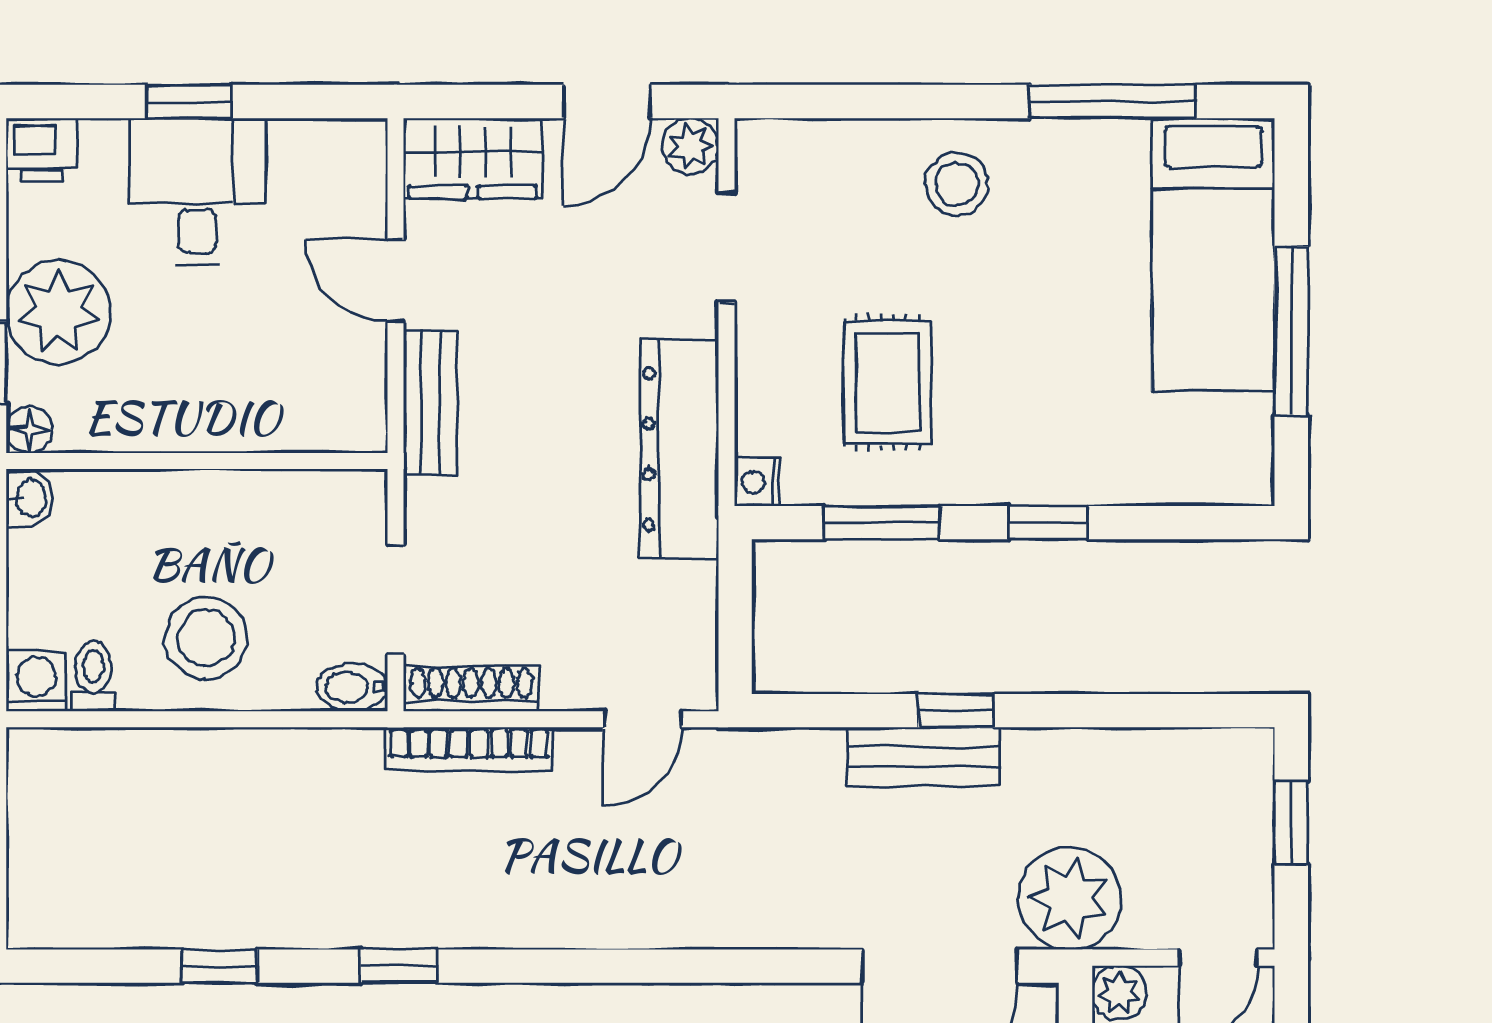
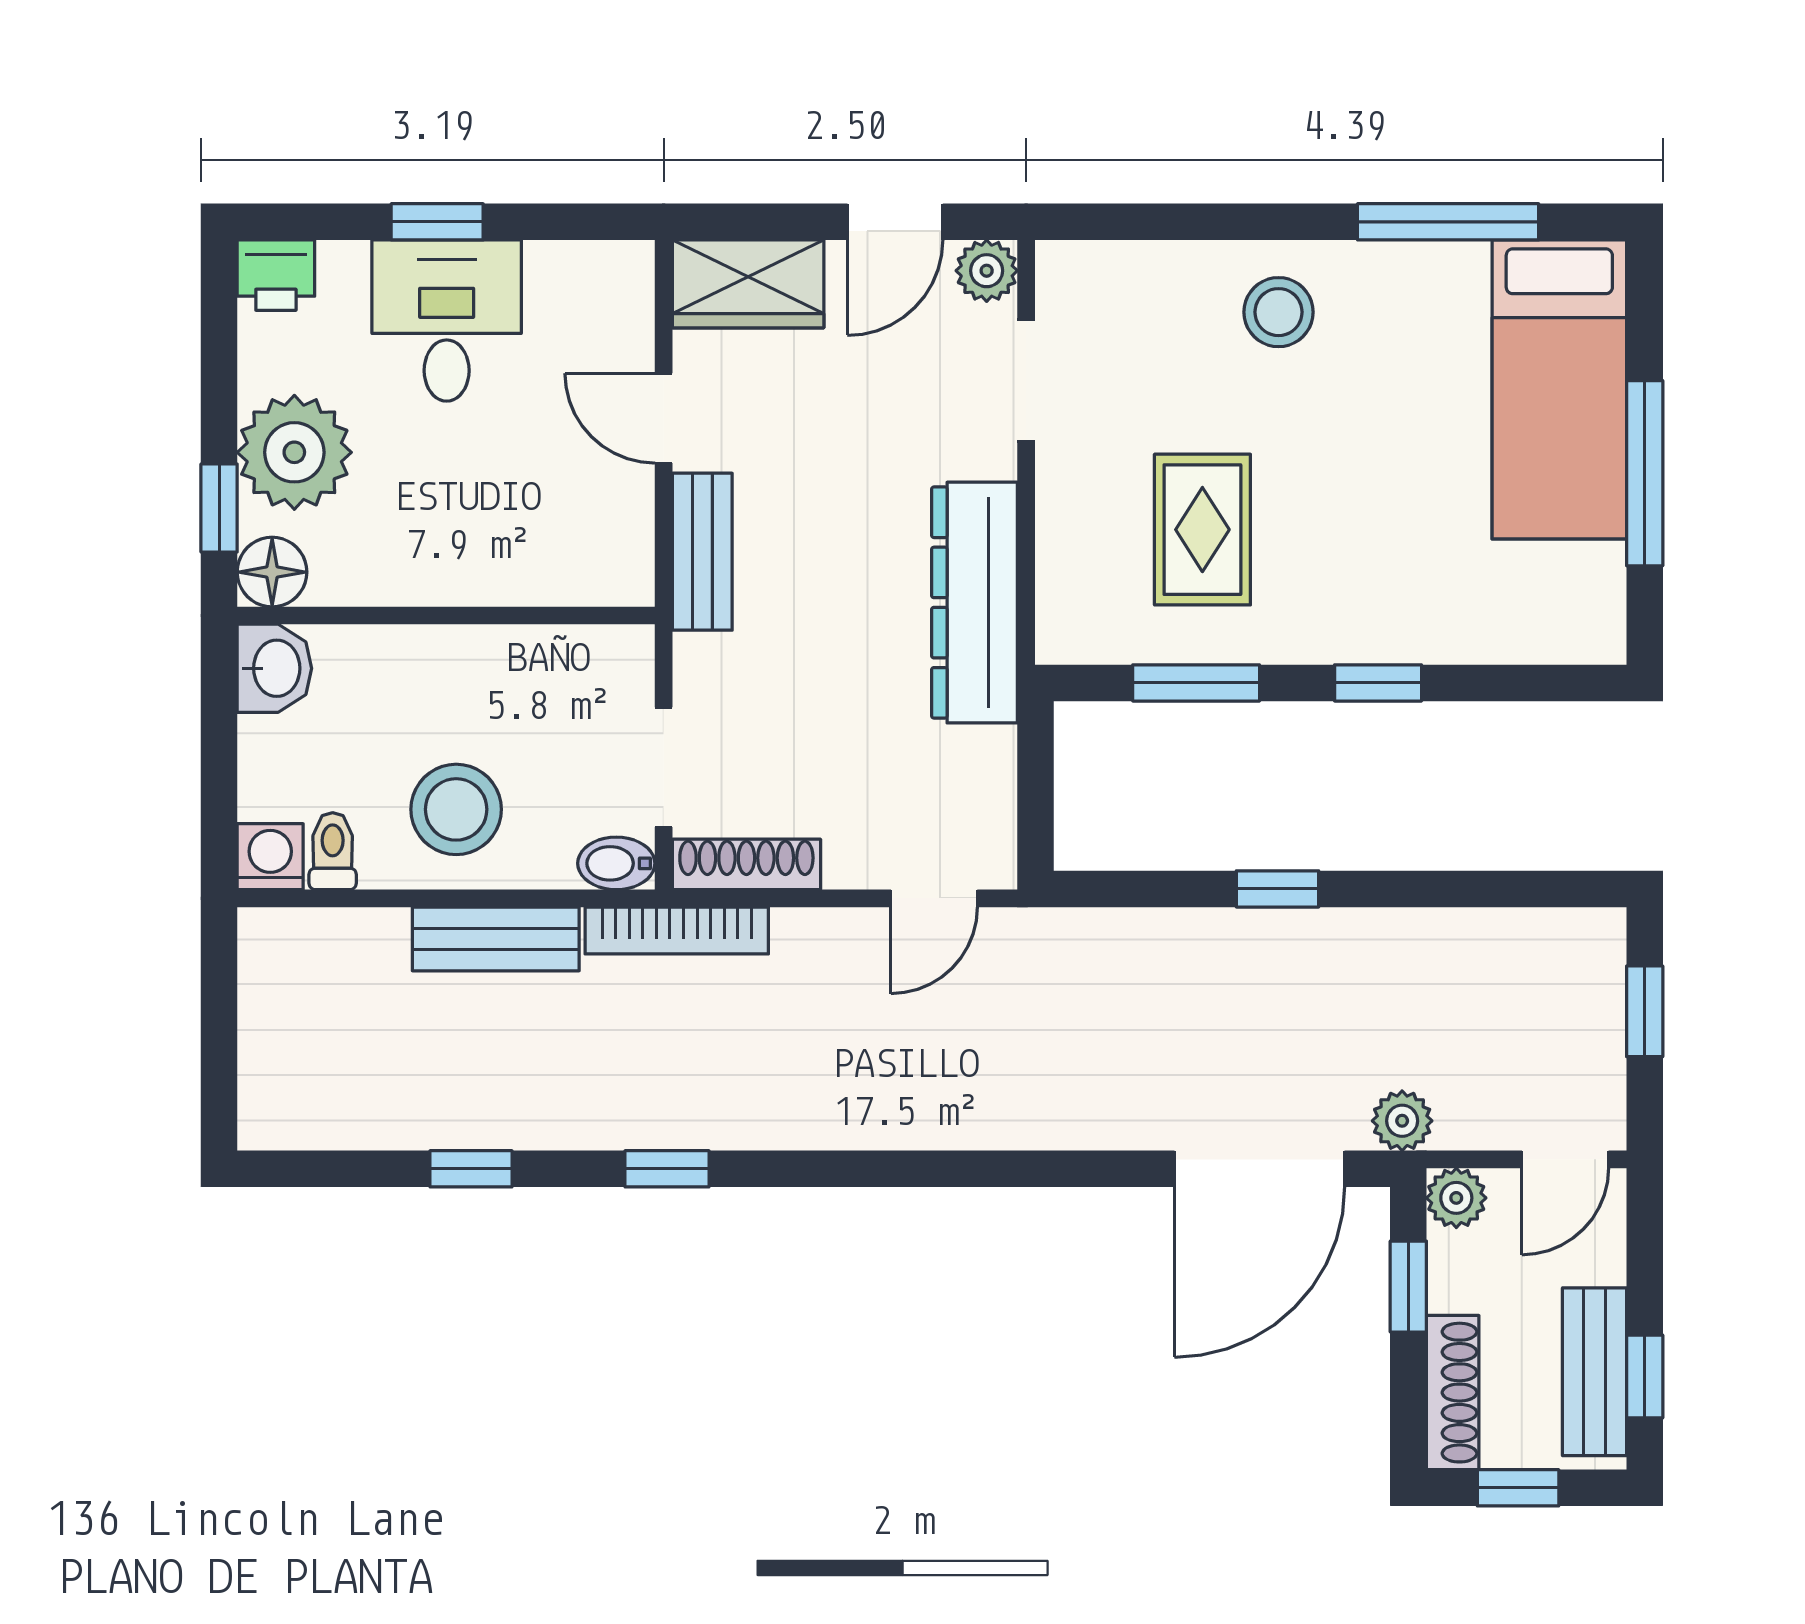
floor lamp: (29, 430) -> (272, 572), width x1.37, depth x1.37
nightstand: (757, 482) -> (1060, 639), removed
washbasin: (30, 498) -> (274, 668), width x1.38, depth x1.45
bookcase: (469, 749) -> (677, 931), moved
bench: (924, 756) -> (496, 939), moved
plant: (1070, 898) -> (1402, 1121), width x0.53, depth x0.53

